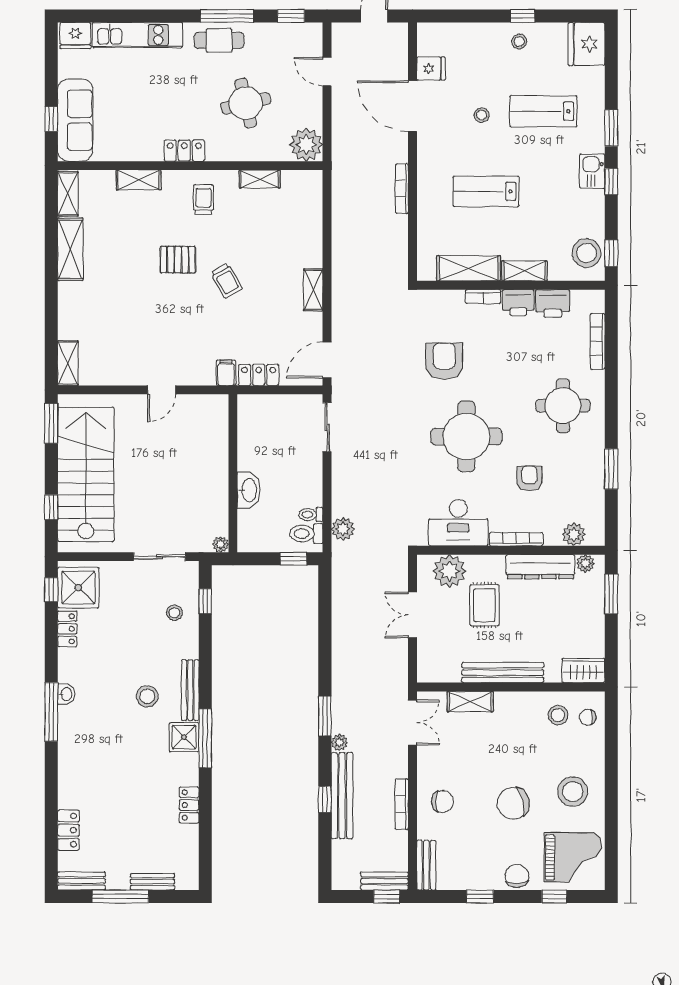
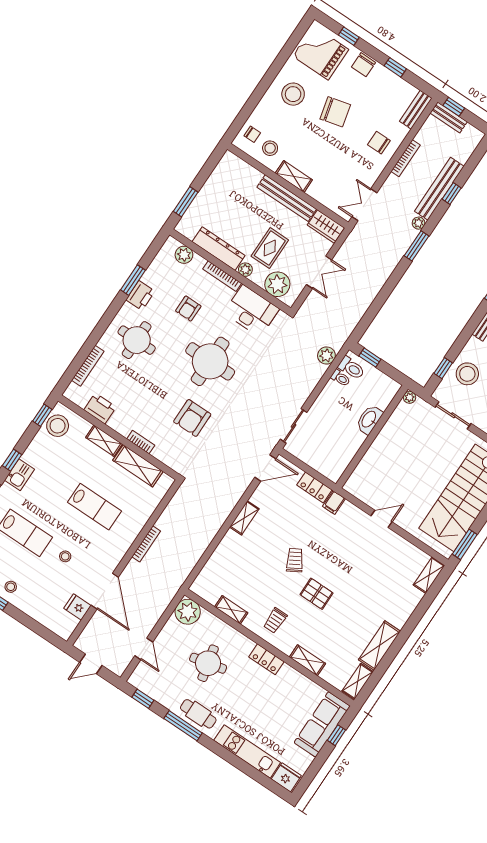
printer: (518, 303) -> (140, 295), moved, turned 90
plant: (585, 564) -> (245, 270), moved
stool: (174, 613) -> (467, 374), width x1.89, depth x1.89
wardrobe: (583, 670) -> (326, 226), moved
shelving: (470, 702) -> (294, 176), moved

